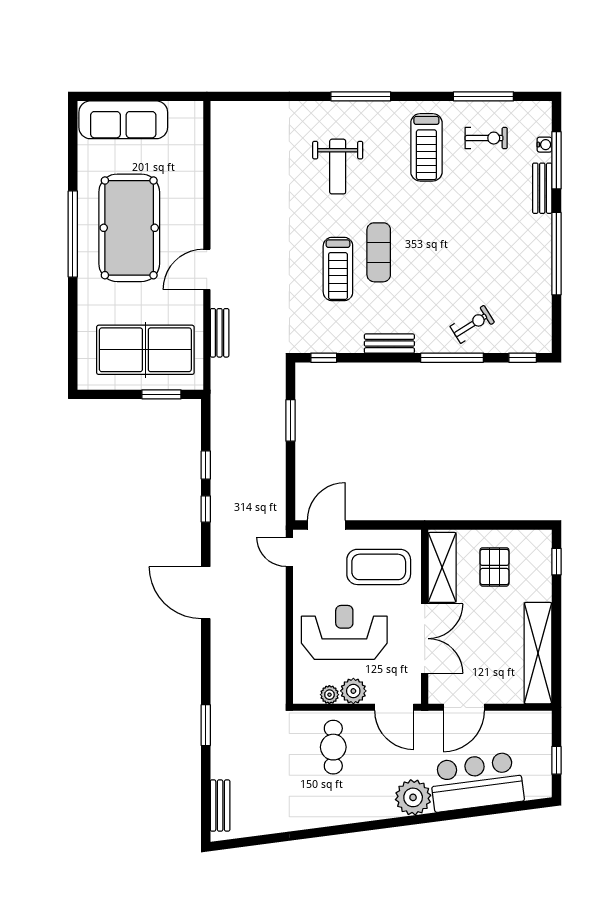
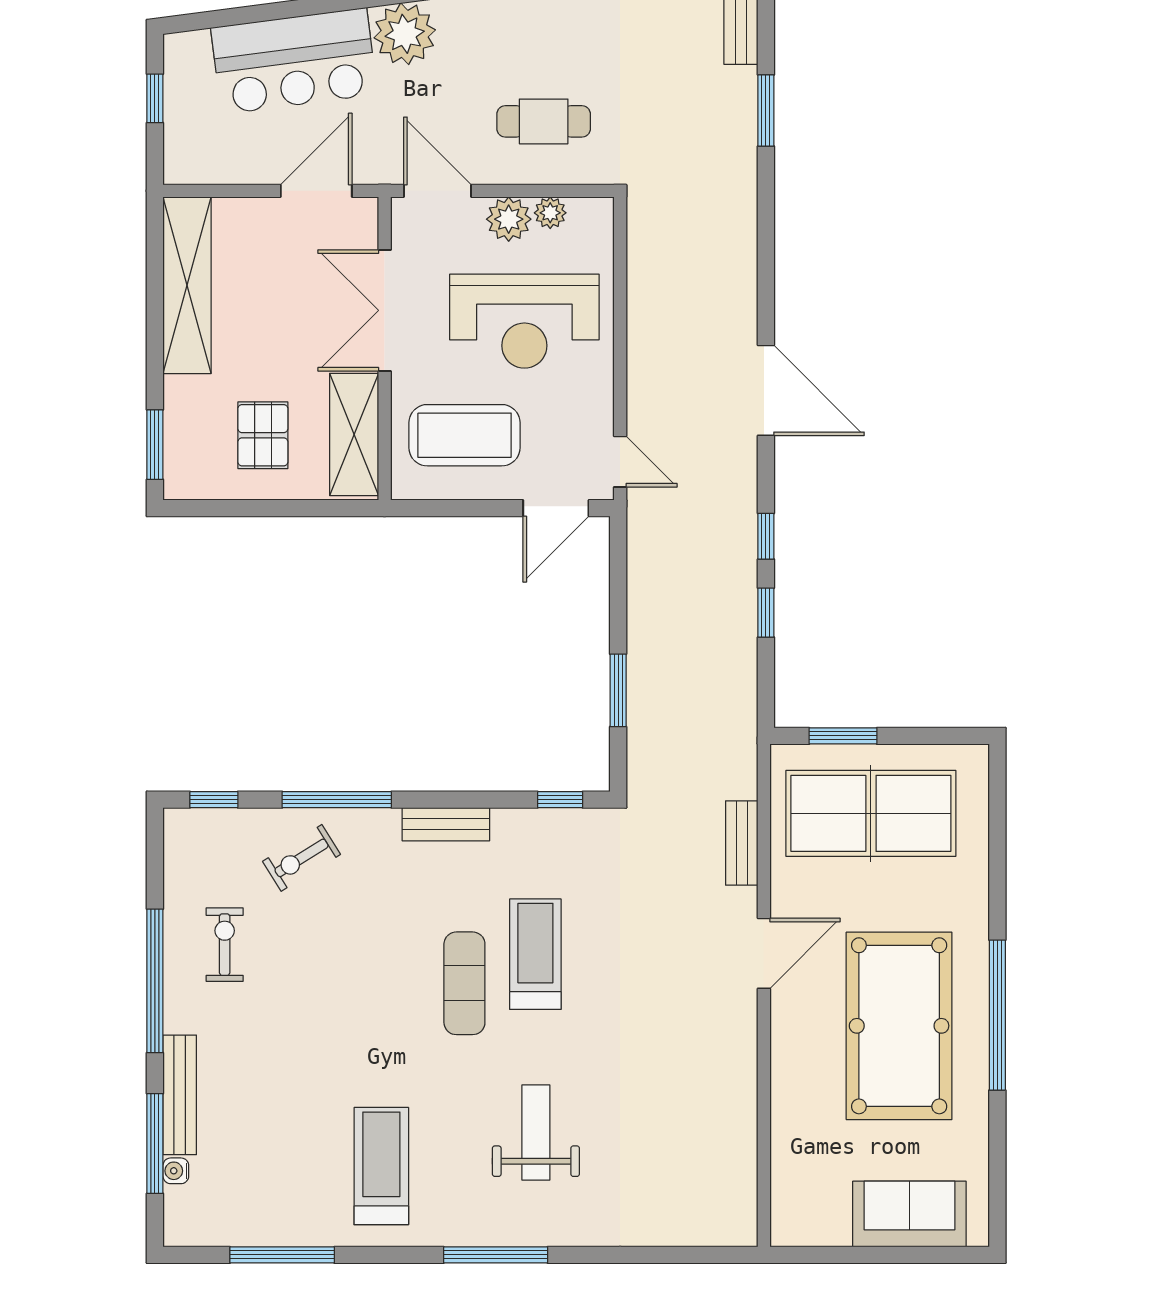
sofa: (123, 120) -> (909, 1214), width x0.73
exercise bike: (486, 138) -> (225, 945), moved, turned 90
bench: (542, 188) -> (180, 1095), width x1.36
window: (556, 562) -> (155, 445), width x1.50
window: (206, 725) -> (766, 110), moved
cafe table: (333, 747) -> (544, 121), turned 90

